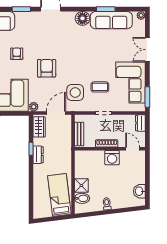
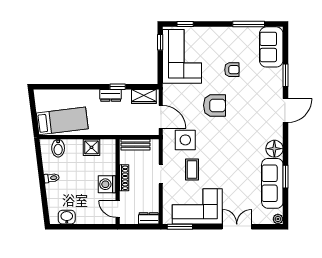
plant: (34, 107) -> (168, 90), removed
door: (133, 149) -> (118, 209), swing flipped
shower: (81, 186) -> (91, 147), moved

